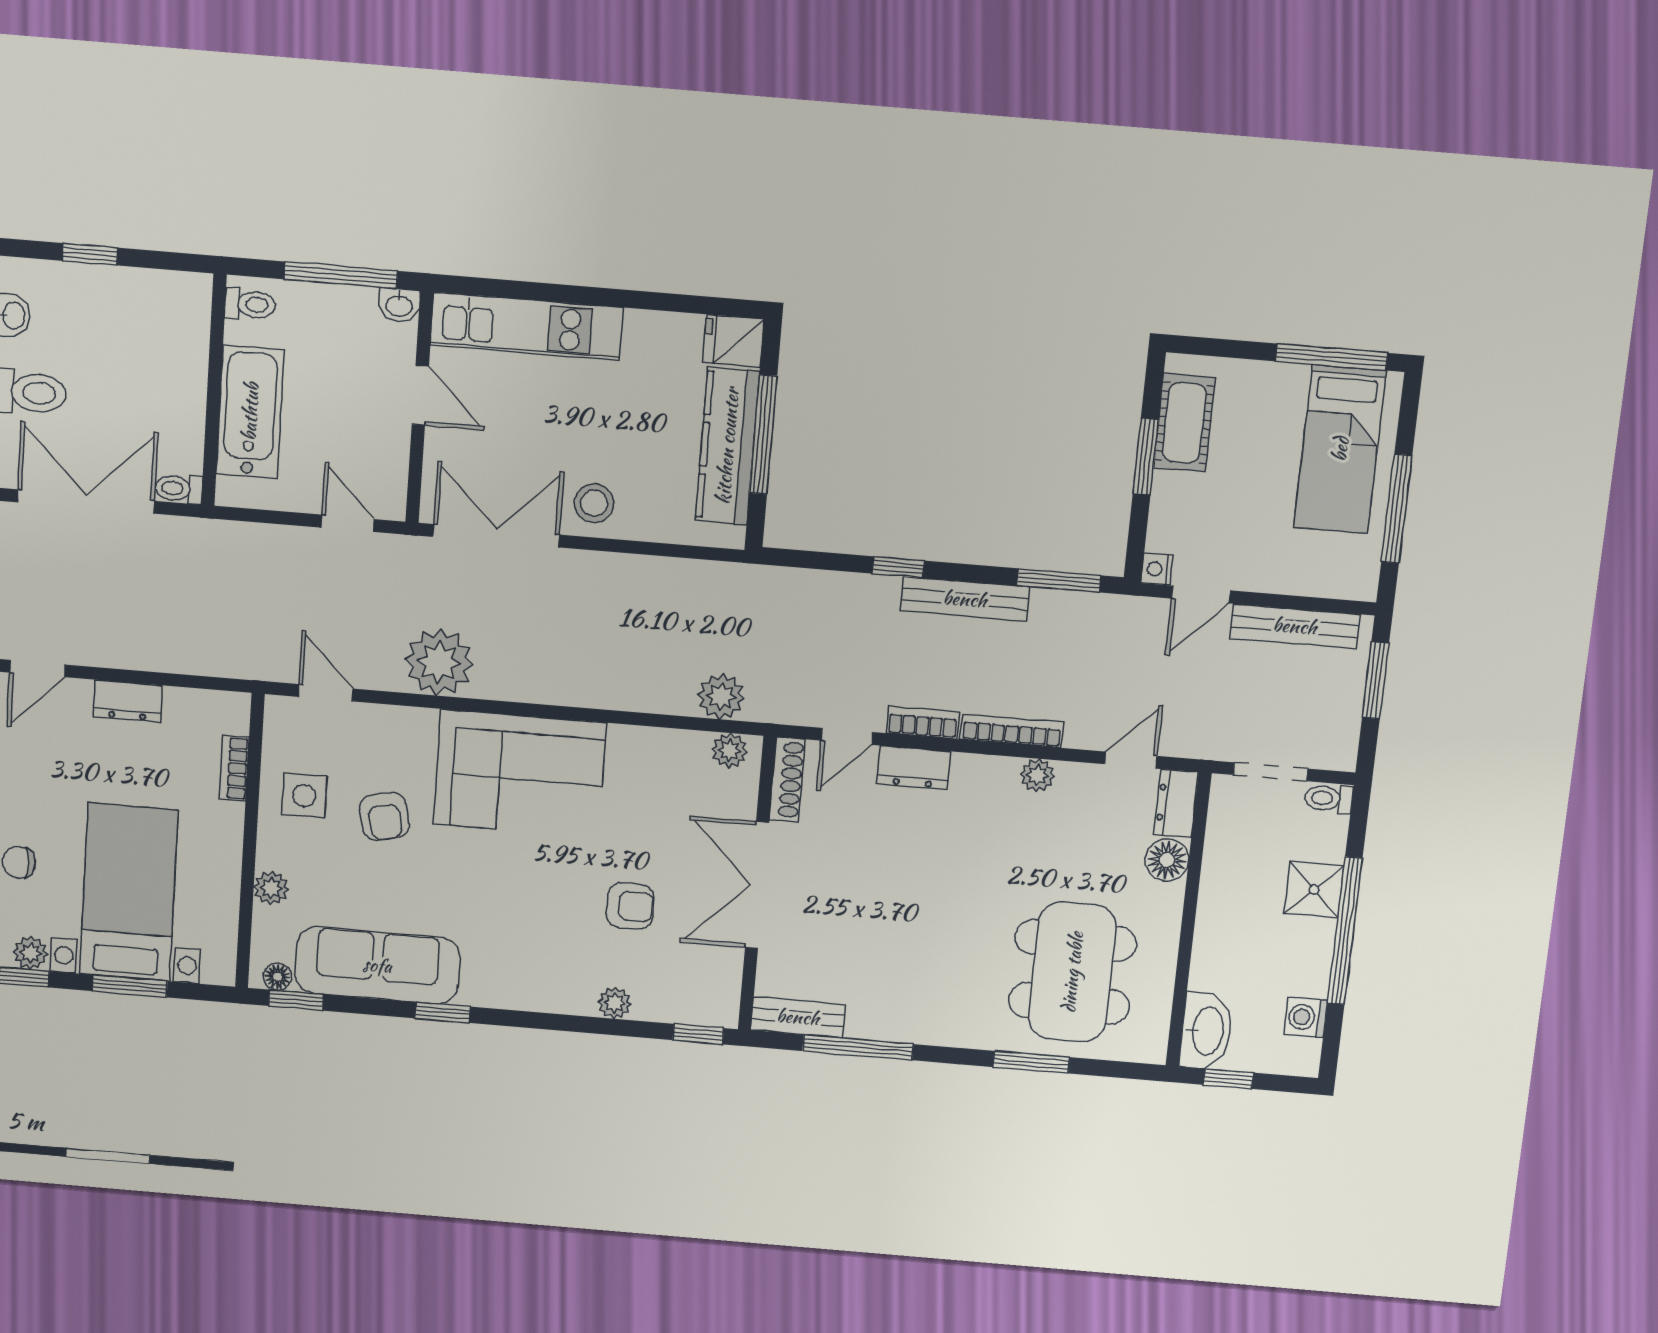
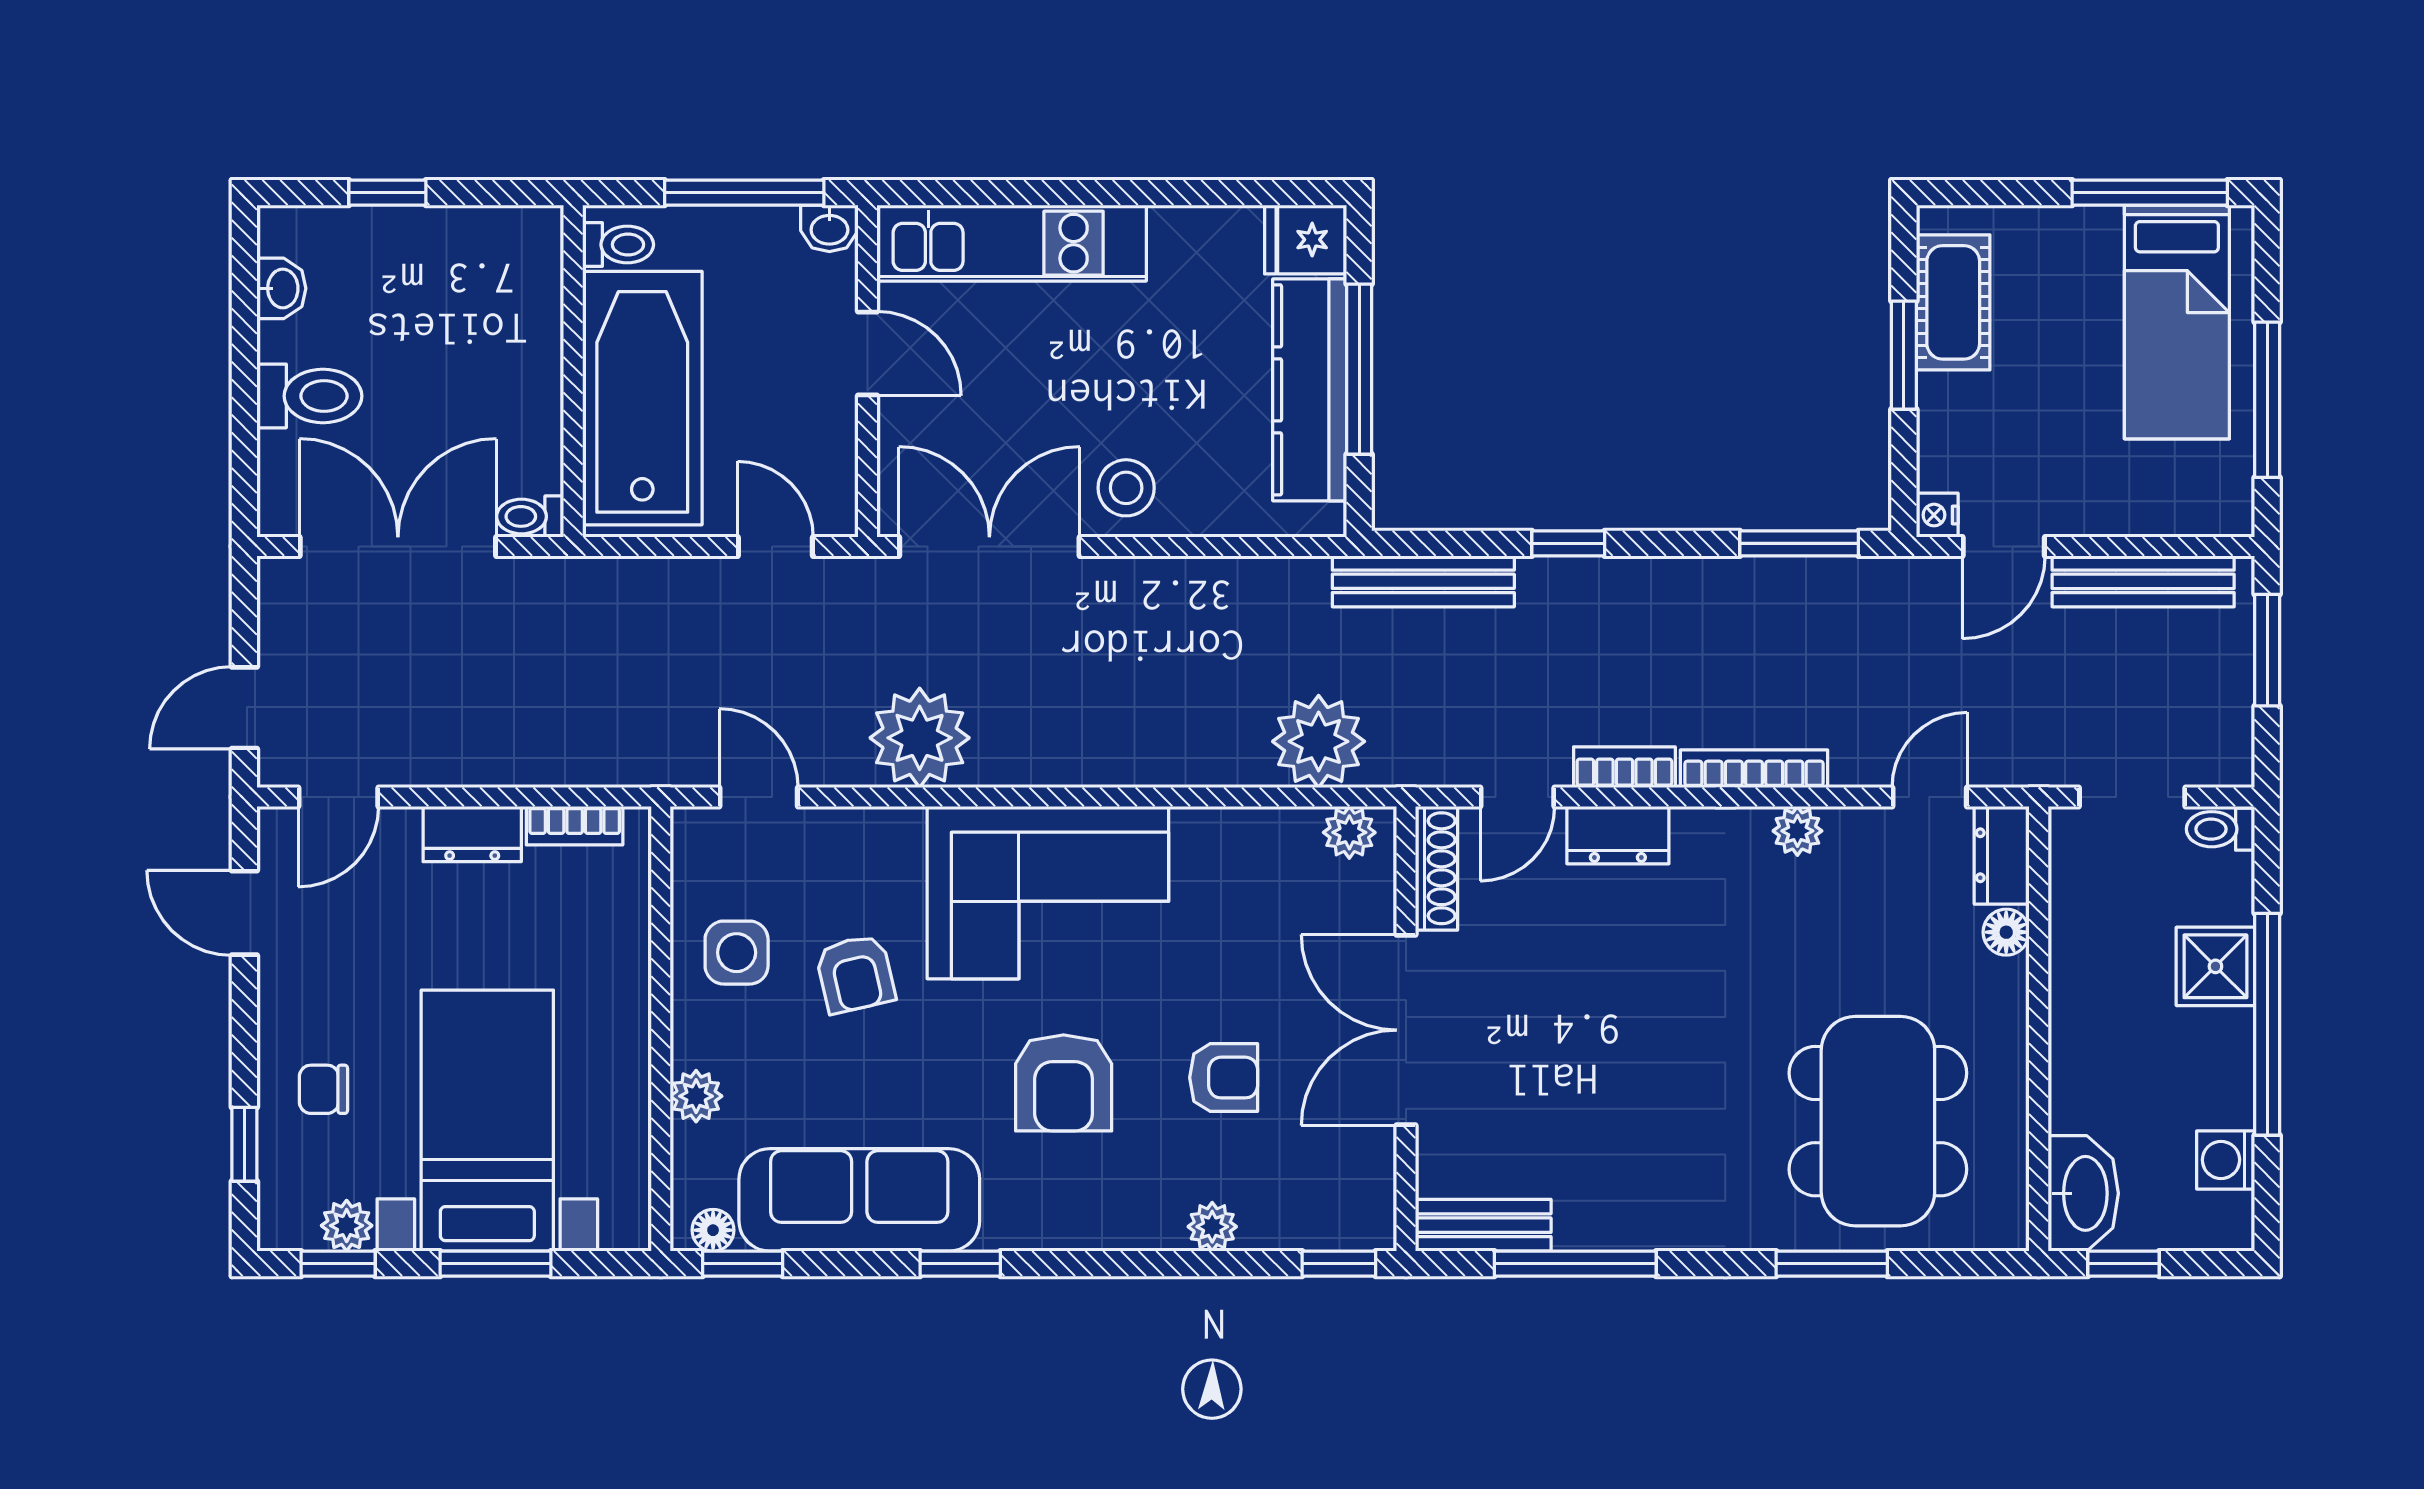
bathtub: (250, 412) -> (642, 398), width x1.36, depth x1.36
bench: (965, 599) -> (1423, 581), moved
plant: (721, 697) -> (1319, 741), width x1.36, depth x1.36
bookcase: (234, 768) -> (575, 826), moved, turned -90
floor lamp: (1167, 860) -> (2006, 932), width x0.73, depth x0.73
armchair: (521, 900) -> (1064, 1083), added

